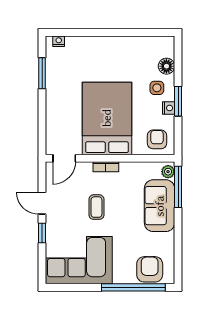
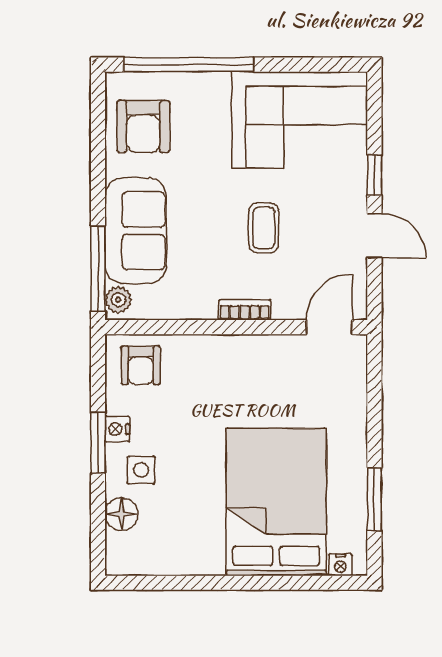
bed: (107, 118) -> (276, 502), moved, turned 180
armchair: (150, 269) -> (143, 127), moved

